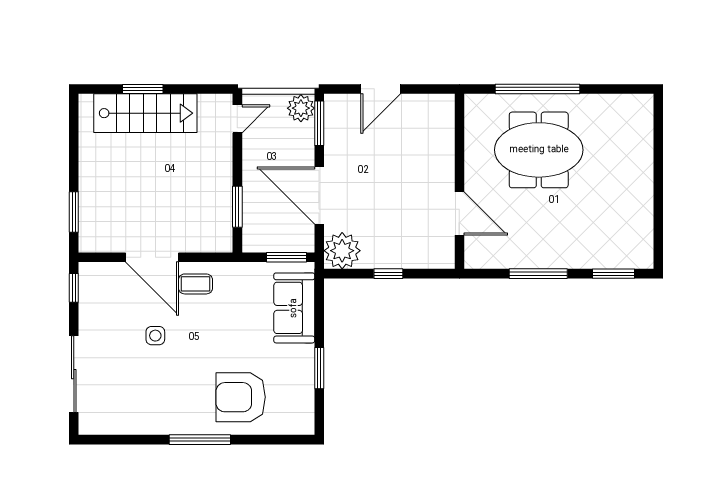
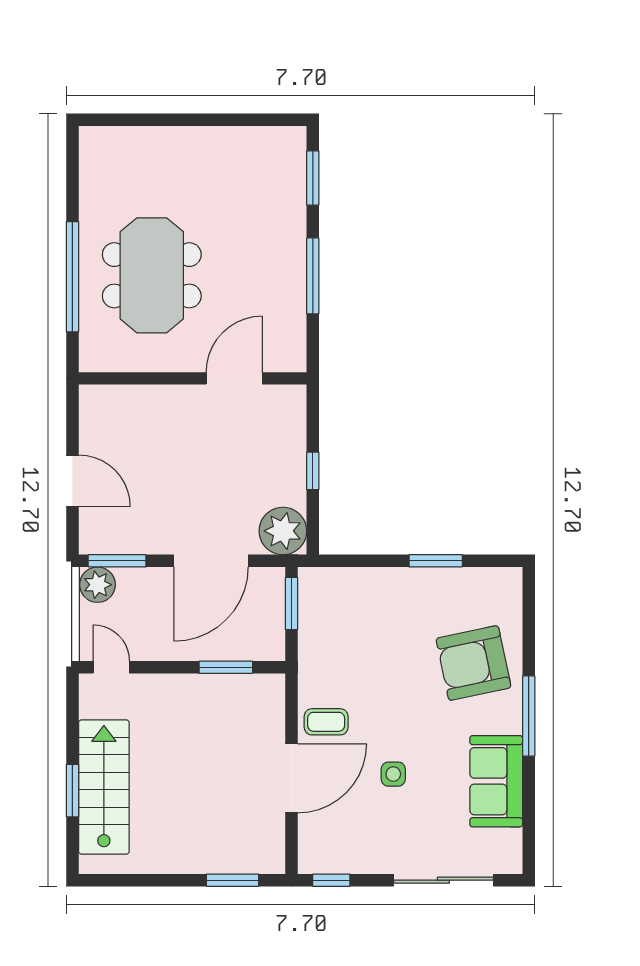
coffee table: (195, 284) -> (326, 722), turned 90
sofa: (294, 308) -> (496, 781), moved, turned 90
armchair: (241, 397) -> (474, 663), turned 78

